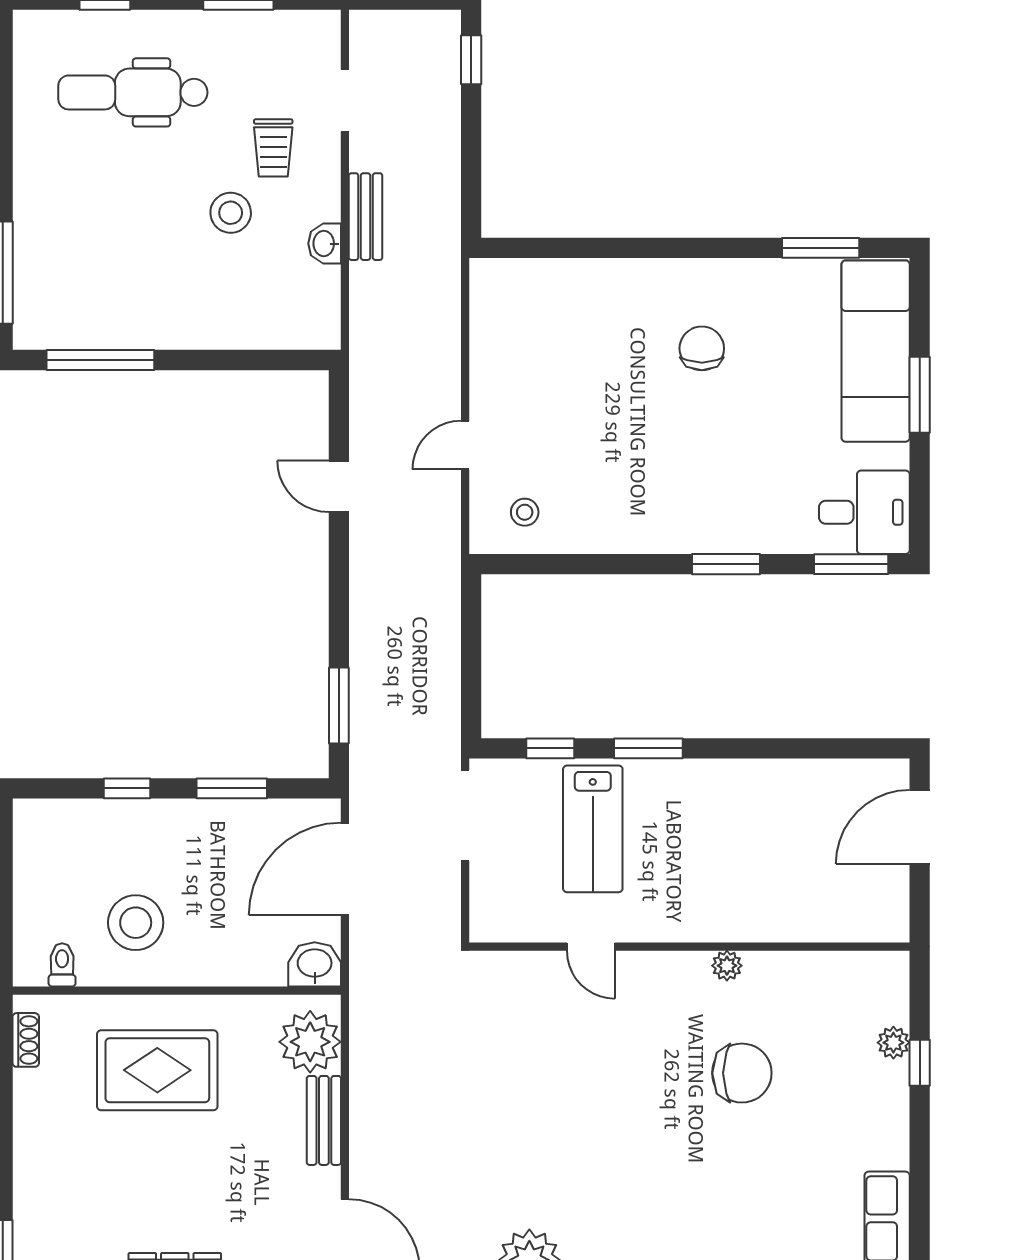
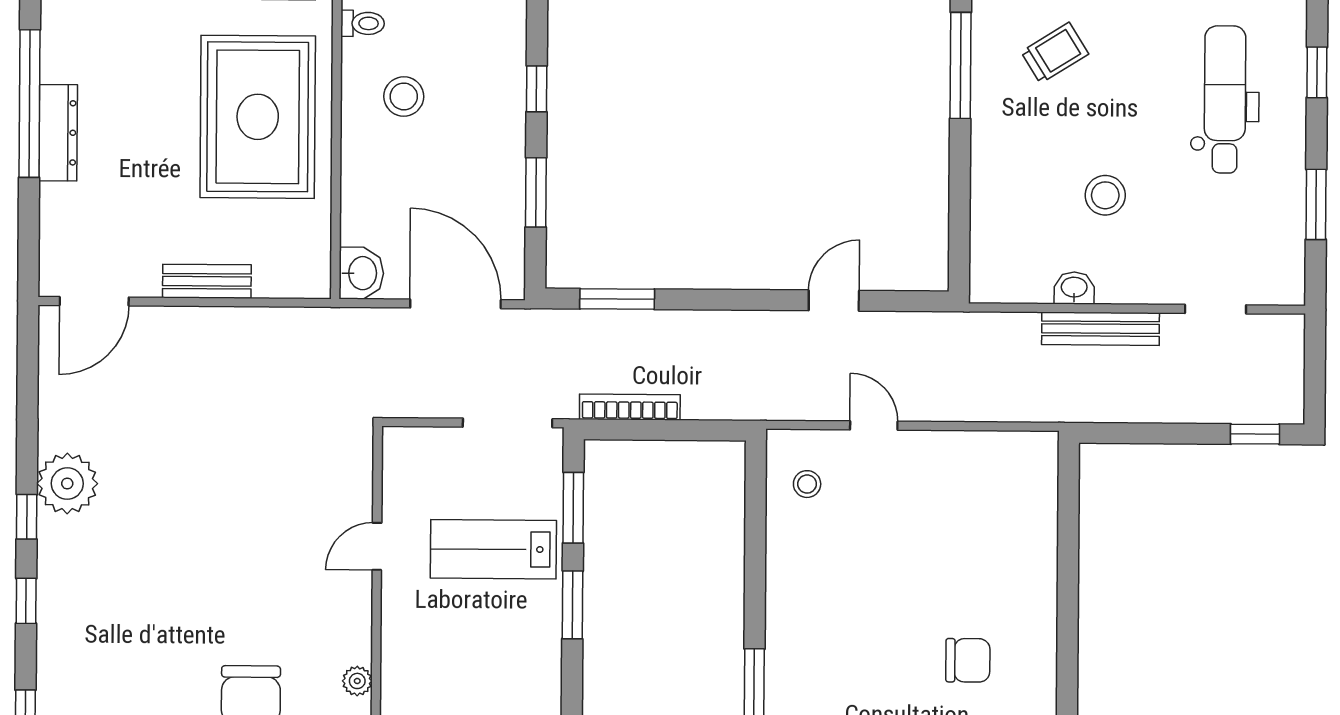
trolley: (273, 148) -> (1055, 53), moved, turned 148
bench: (366, 217) -> (1101, 329), width x1.36
bookcase: (448, 692) -> (630, 407), added
window: (550, 748) -> (573, 508), width x1.50
stool: (136, 923) -> (404, 96), width x0.73, depth x0.73
plant: (310, 1042) -> (285, 268), removed
rug: (157, 1070) -> (258, 117), width x1.37, depth x1.44

